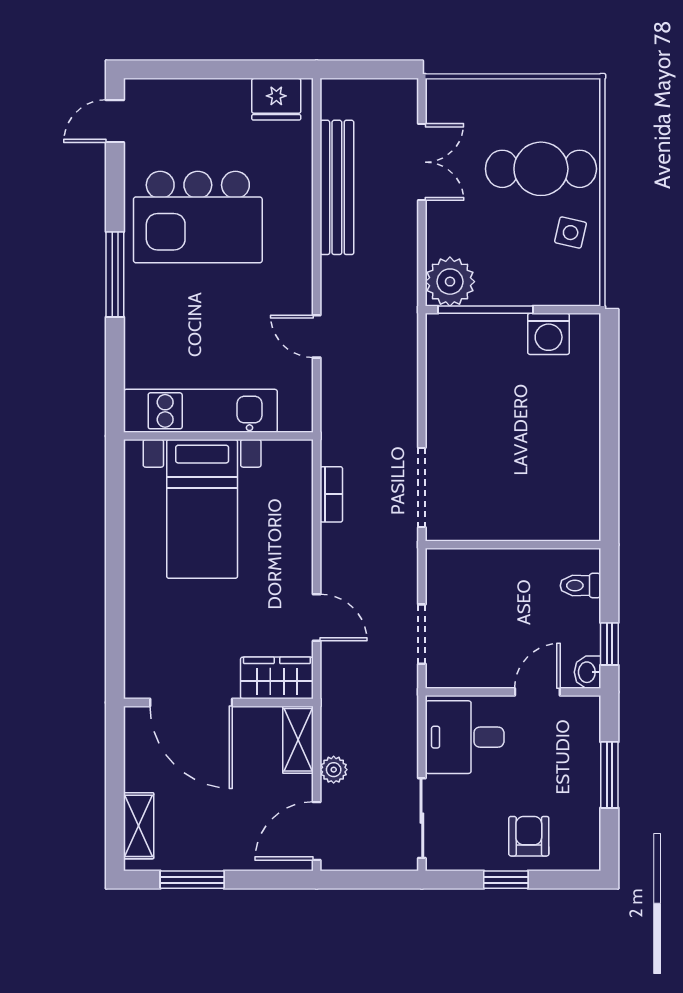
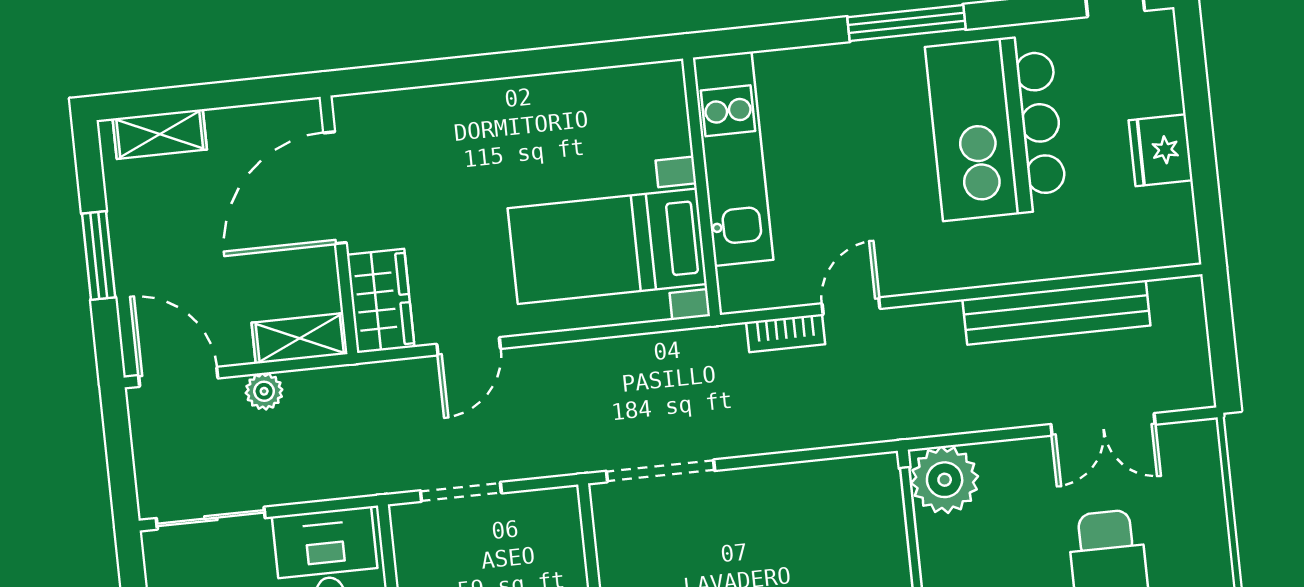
fridge: (276, 99) -> (1161, 150), moved
bookcase: (331, 494) -> (786, 333), moved
bed with nightstands: (202, 509) -> (607, 246), moved
window: (192, 880) -> (99, 256), moved

